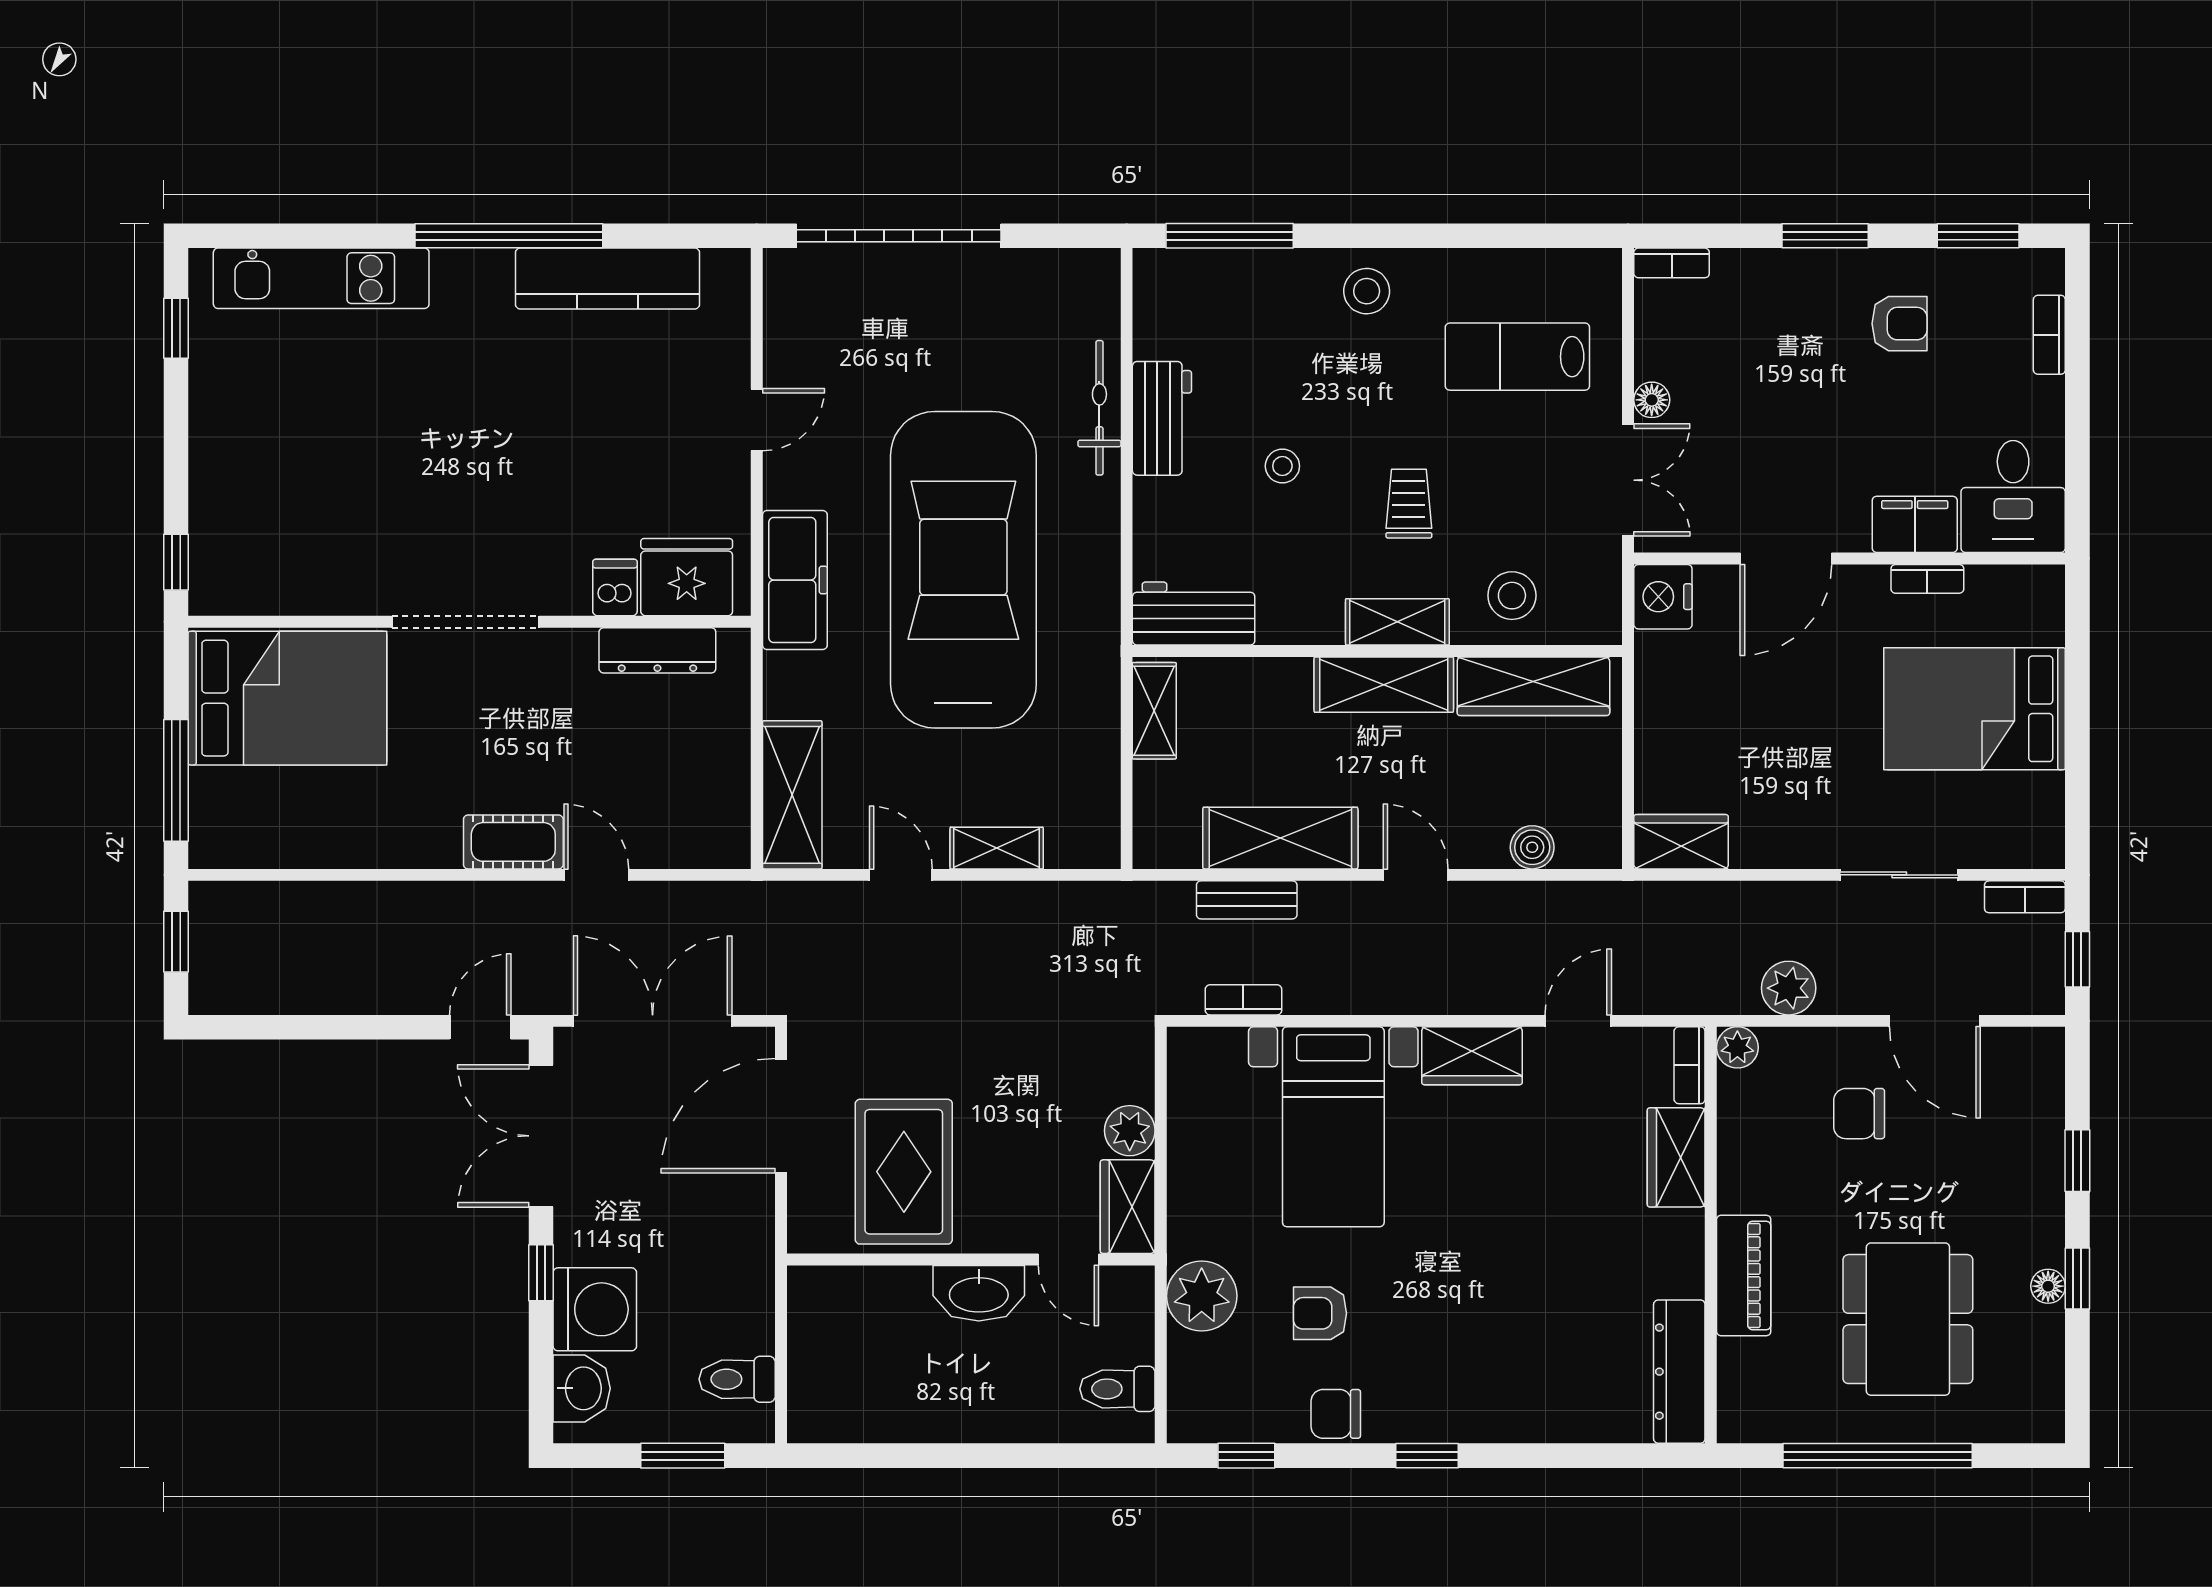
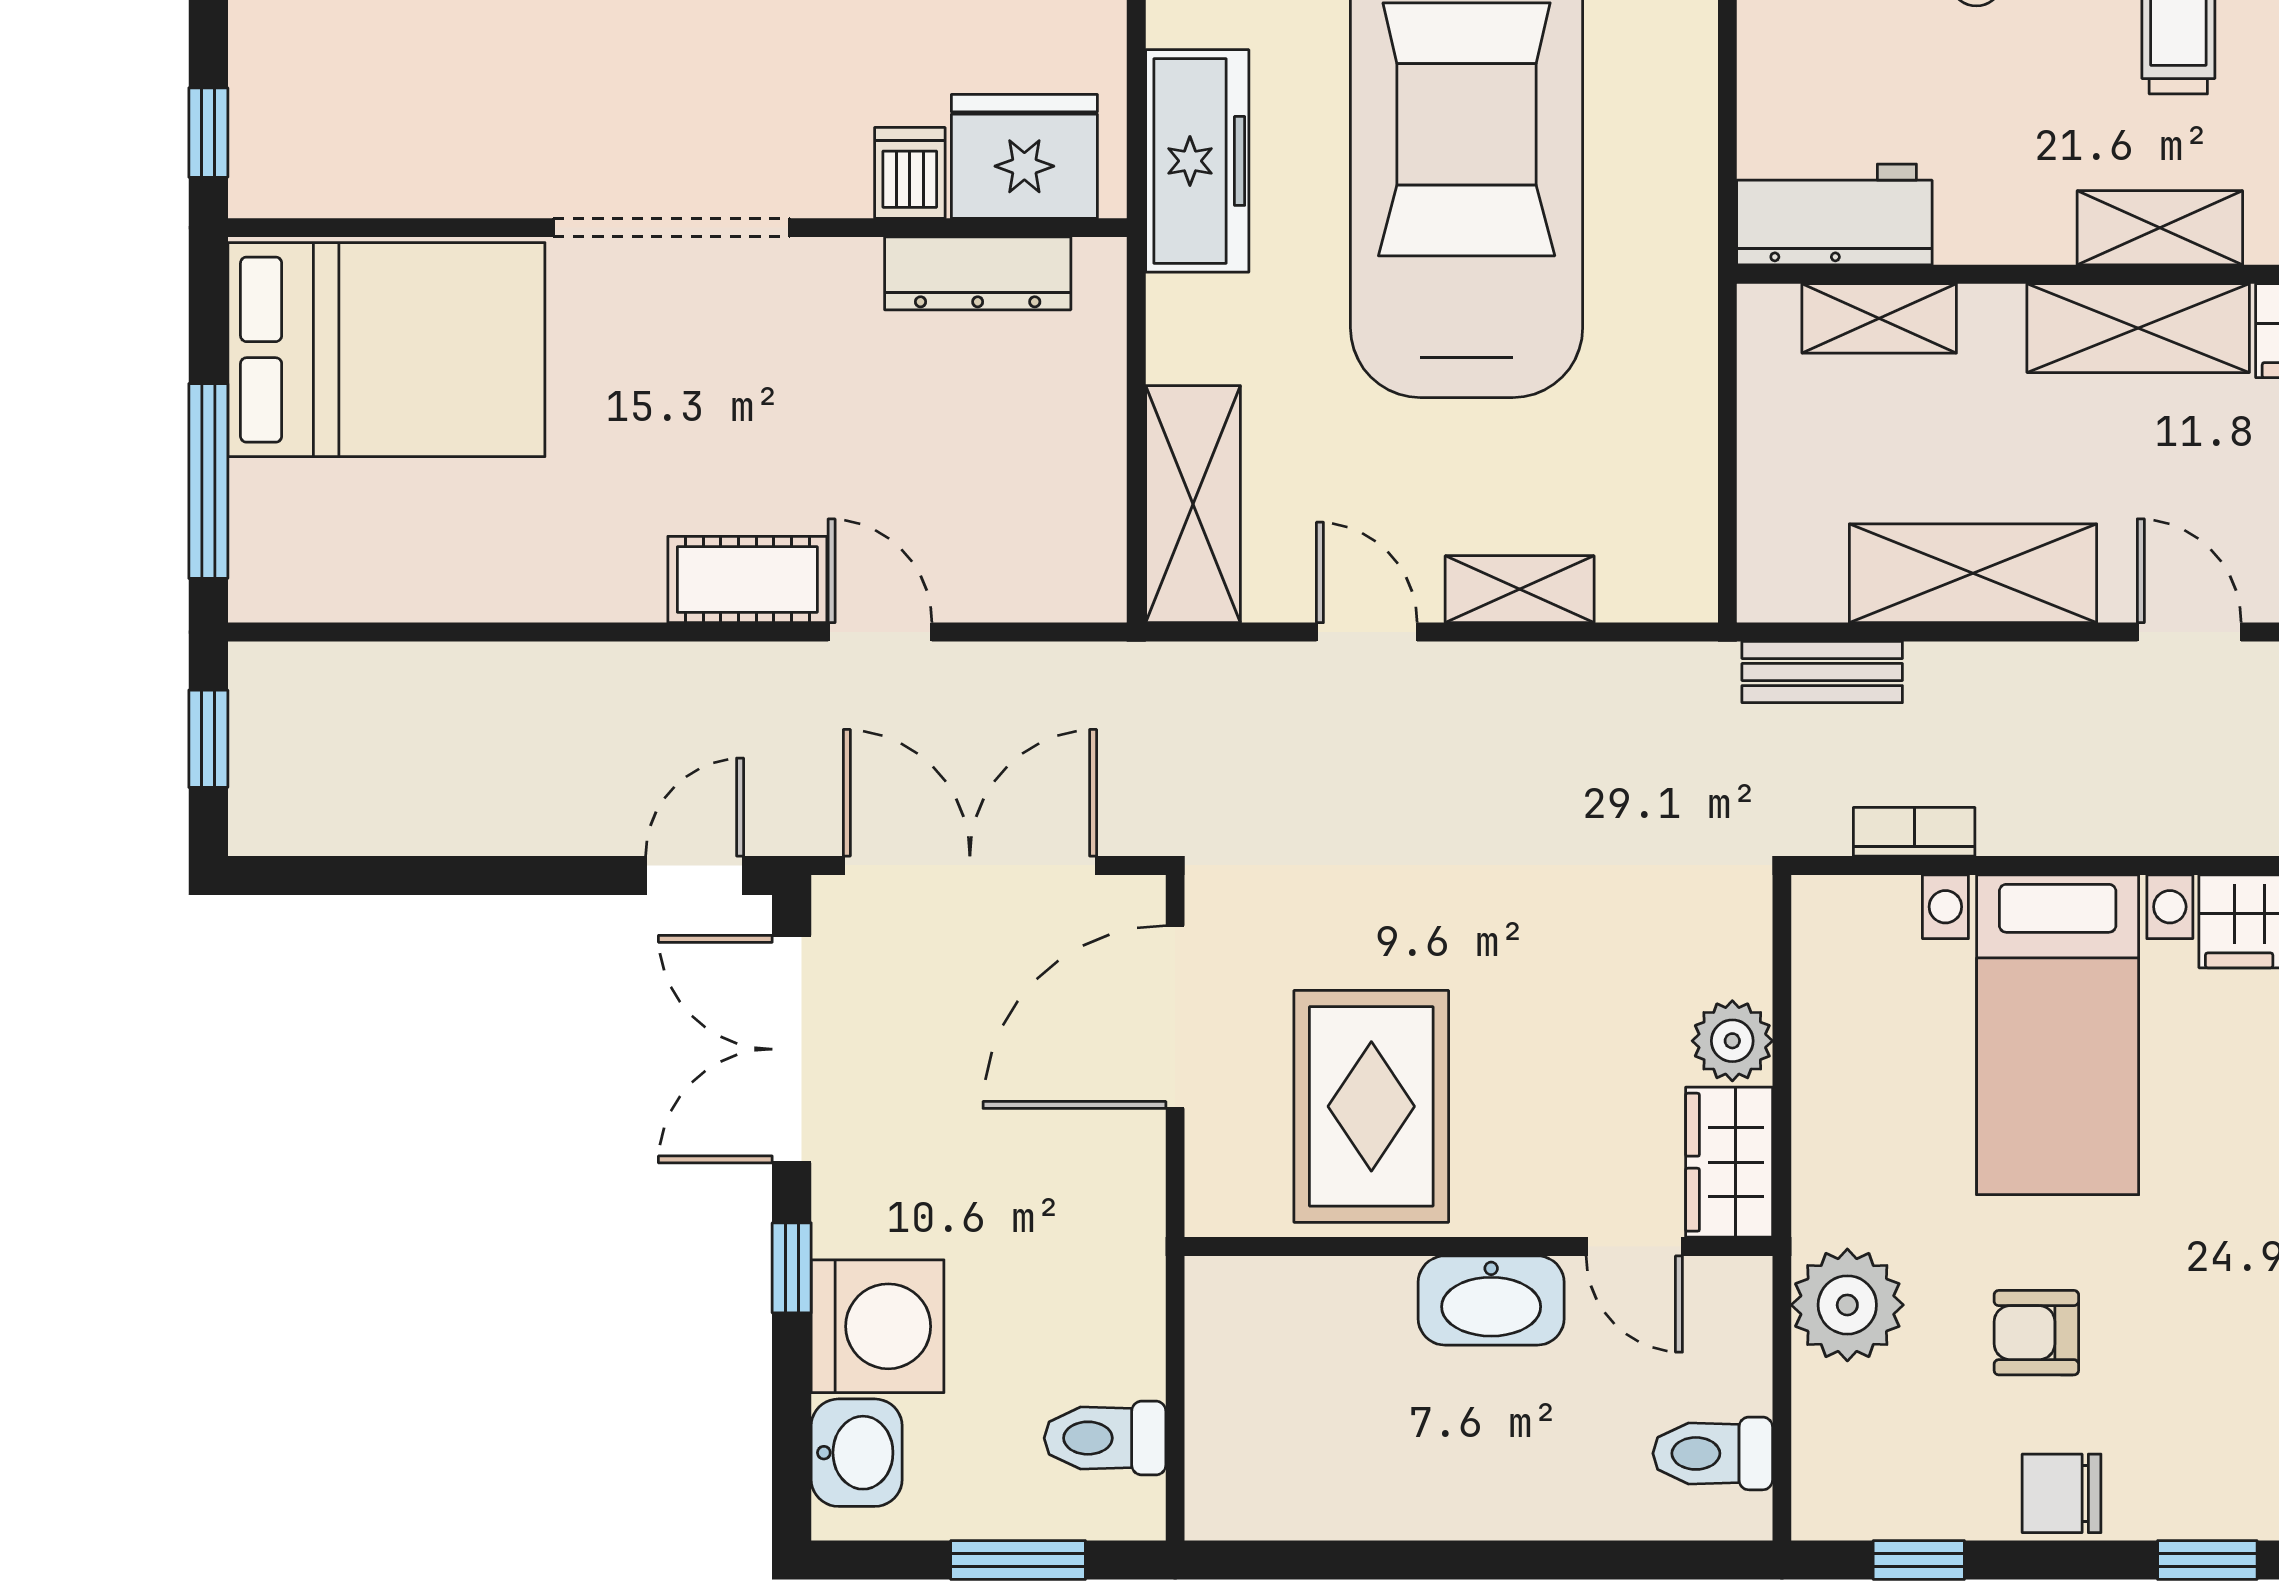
shelving: (1154, 711) -> (1879, 318), moved, turned 90
bench: (1247, 900) -> (1822, 672), moved

